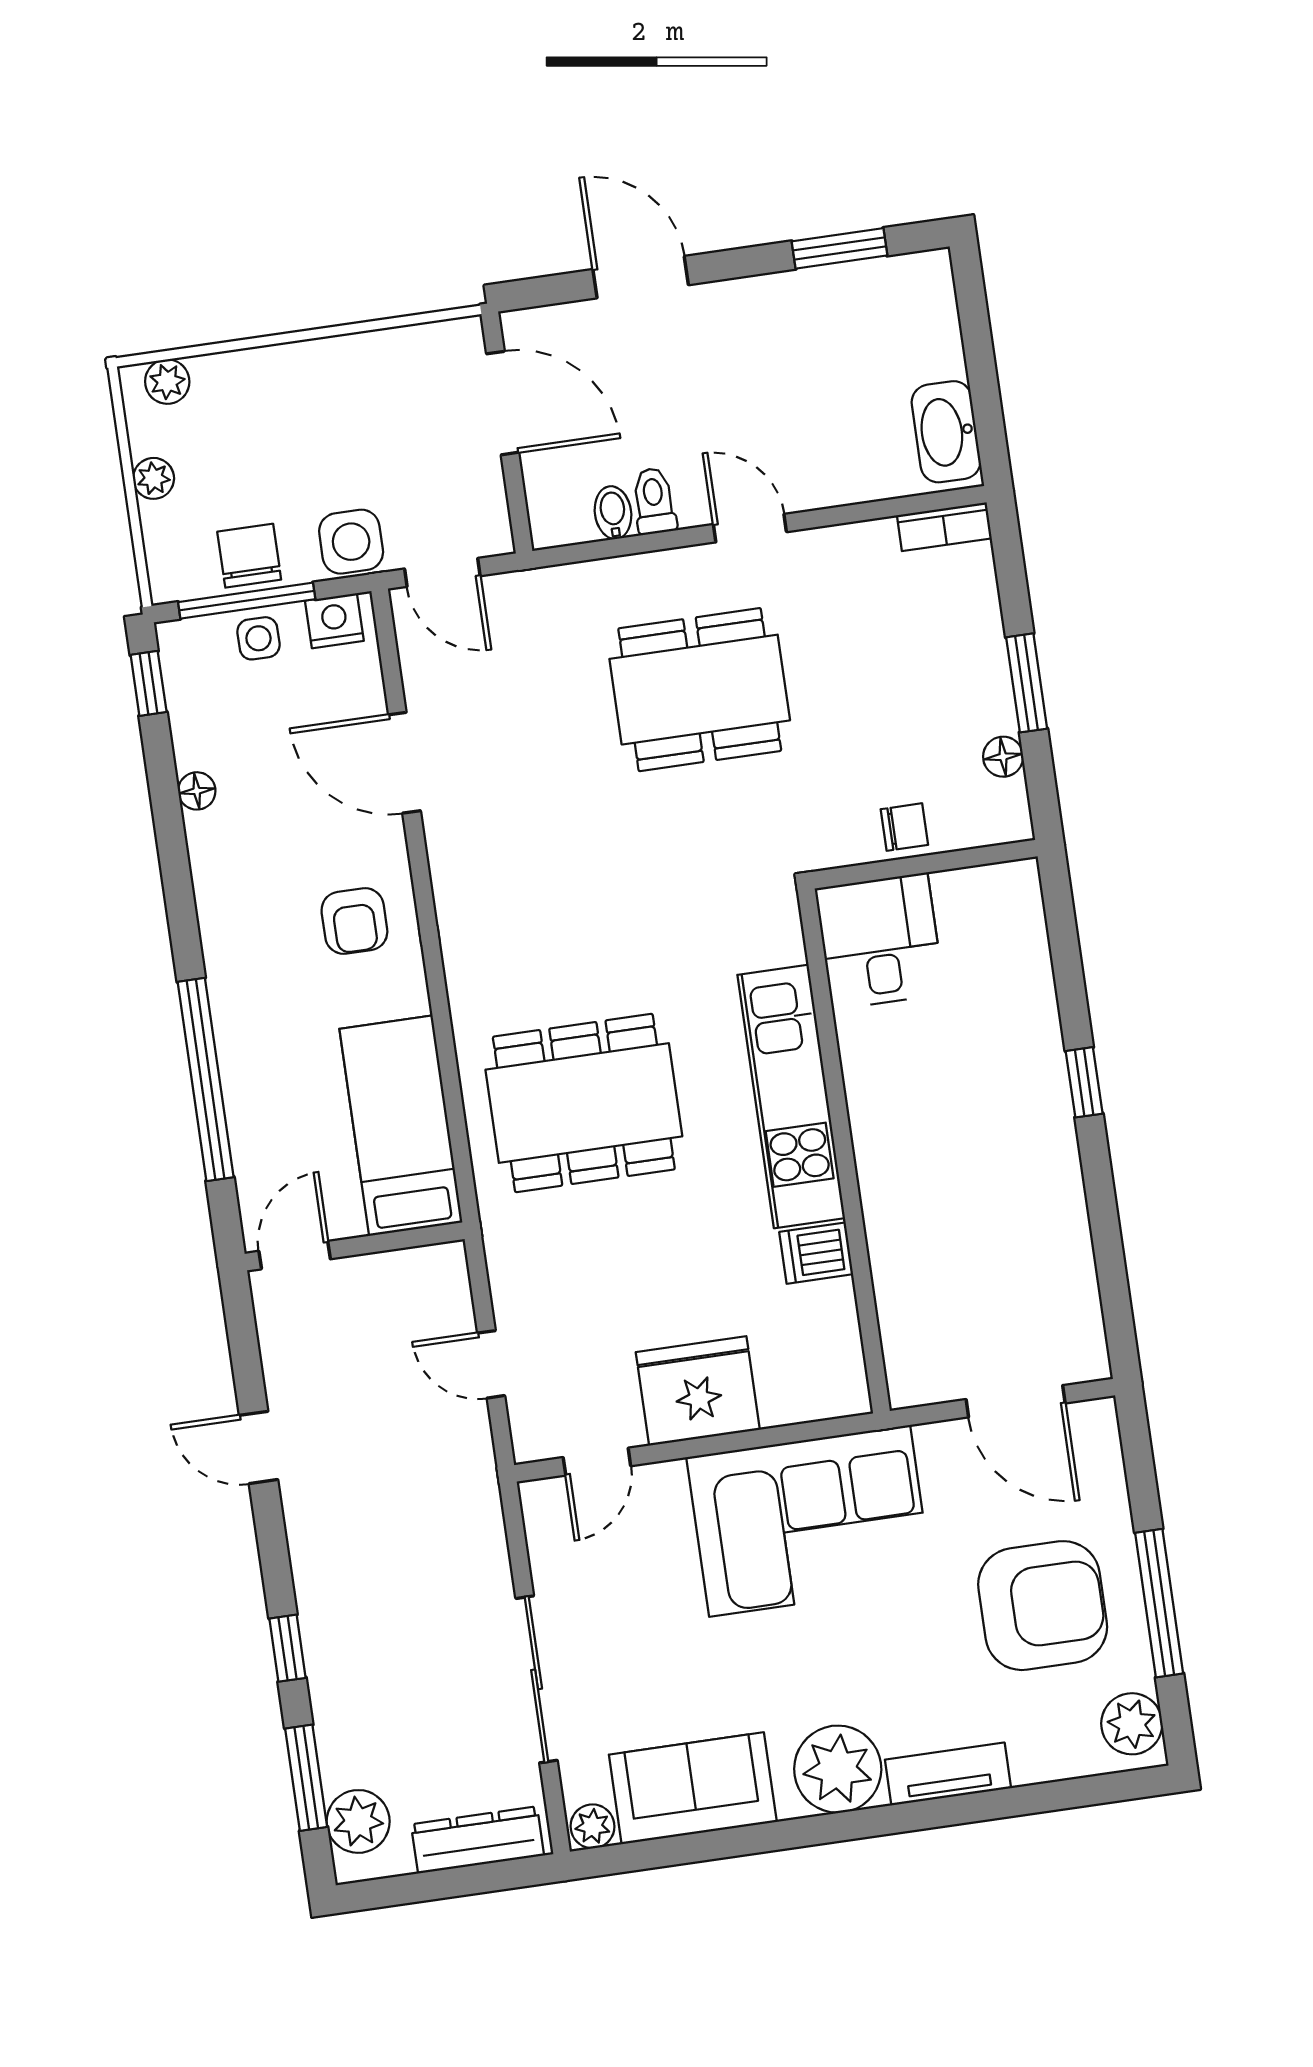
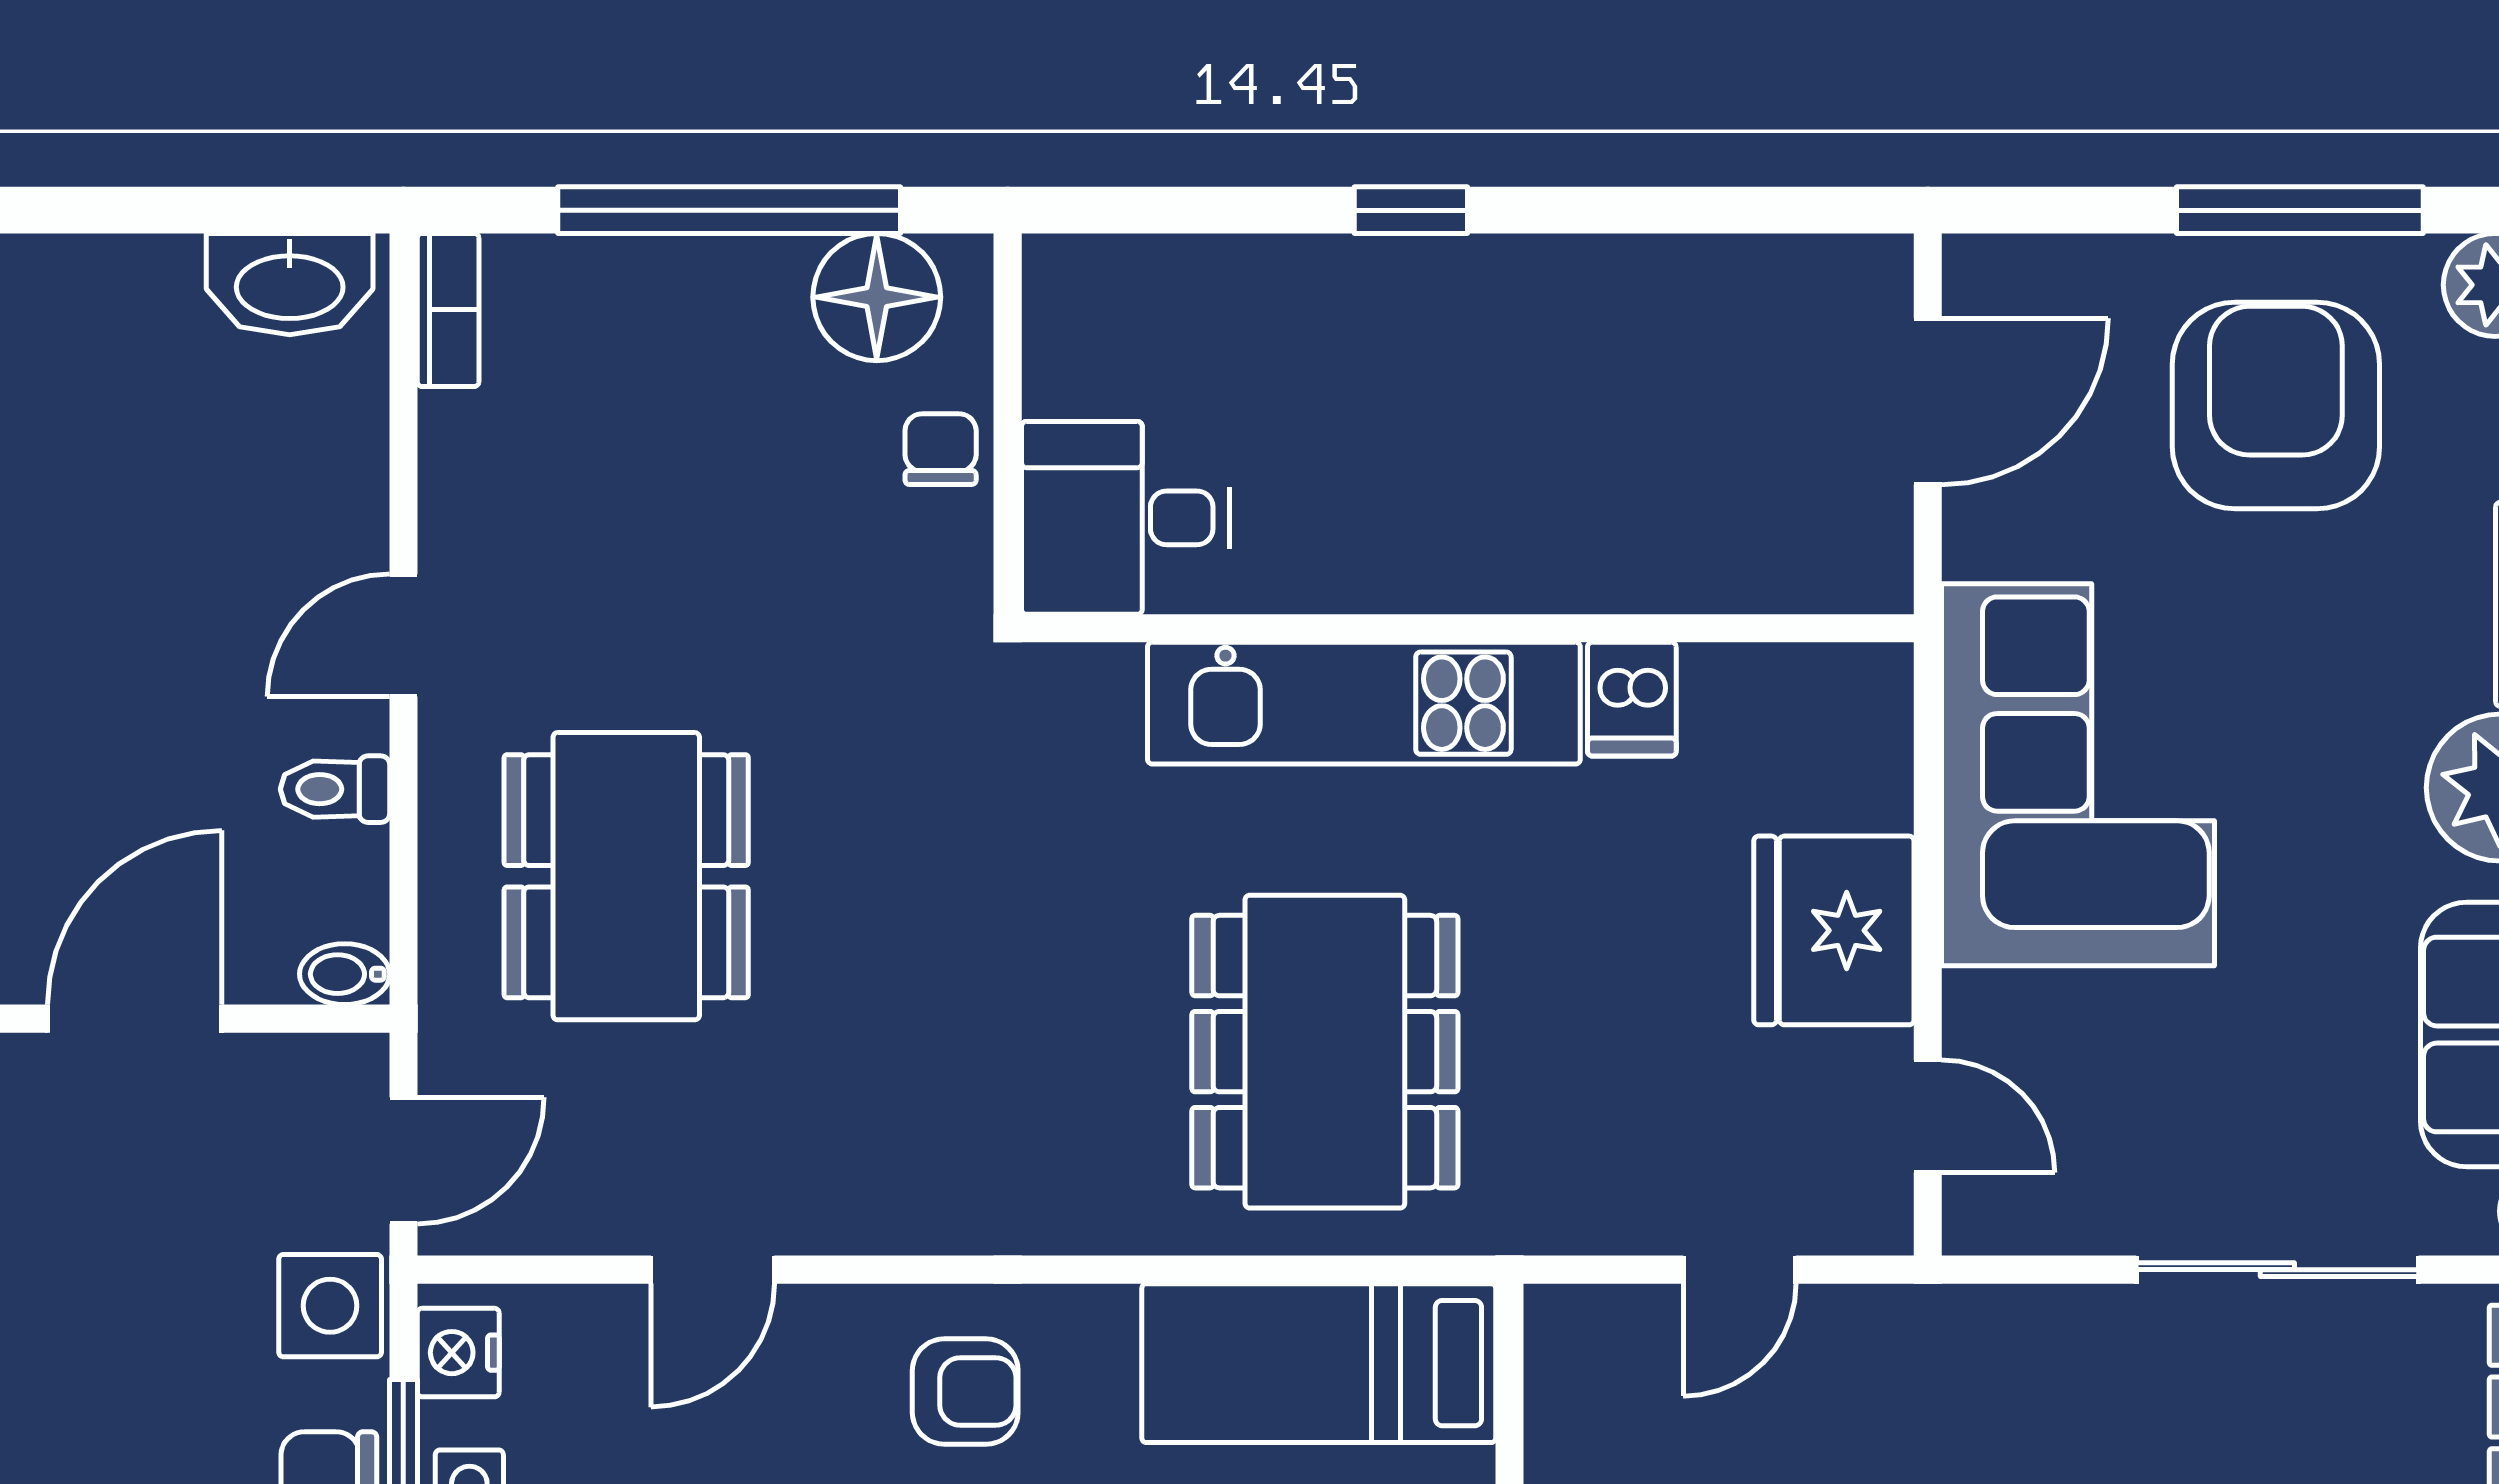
bidet: (613, 513) -> (345, 974), moved
window: (1027, 683) -> (729, 210), width x2.11
dining table: (700, 690) -> (626, 876), moved
floor lamp: (1003, 757) -> (877, 297), width x1.89, depth x1.89
door: (404, 763) -> (713, 1270), width x0.73

